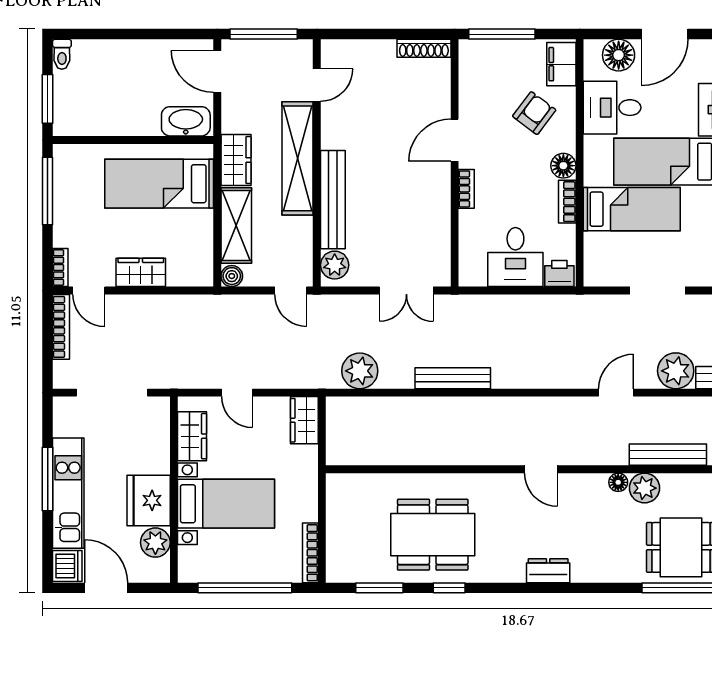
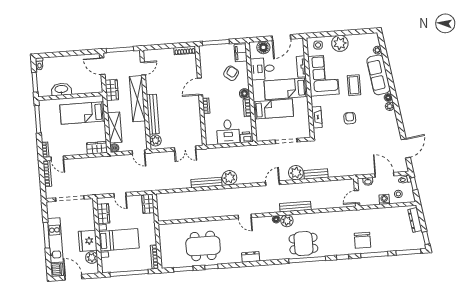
washbasin: (186, 121) -> (61, 89), moved
wardrobe: (236, 160) -> (112, 90), moved
wardrobe: (141, 272) -> (97, 148), moved
plant: (360, 371) -> (229, 178), moved

